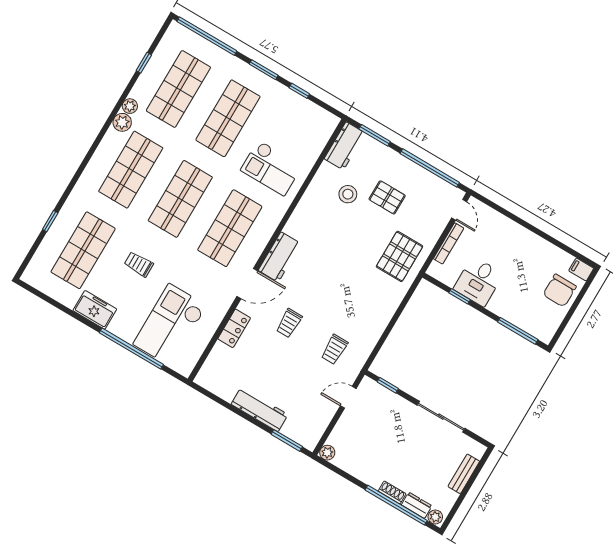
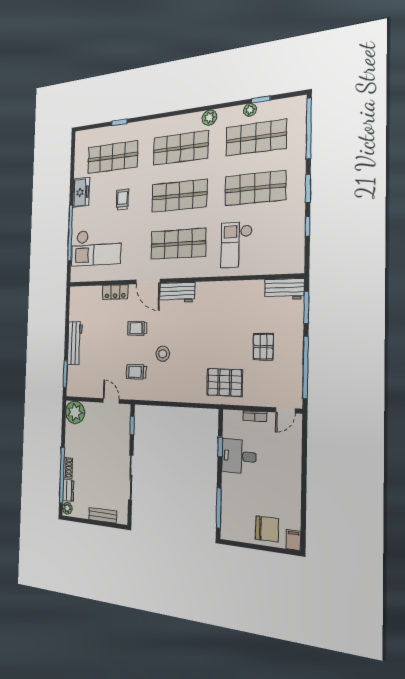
plant: (130, 106) -> (250, 110), moved
stool: (348, 194) -> (163, 354), moved
bookcase: (449, 243) -> (255, 416), width x0.64
chair: (560, 290) -> (267, 529), turned 180
checkout: (170, 325) -> (96, 247), turned 180
plant: (327, 453) -> (75, 412), width x1.88, depth x1.88

